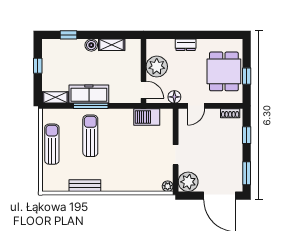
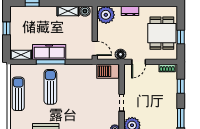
boiler: (91, 45) -> (85, 11), moved
plant: (157, 67) -> (106, 15), moved
barbecue: (147, 117) -> (108, 71), moved

